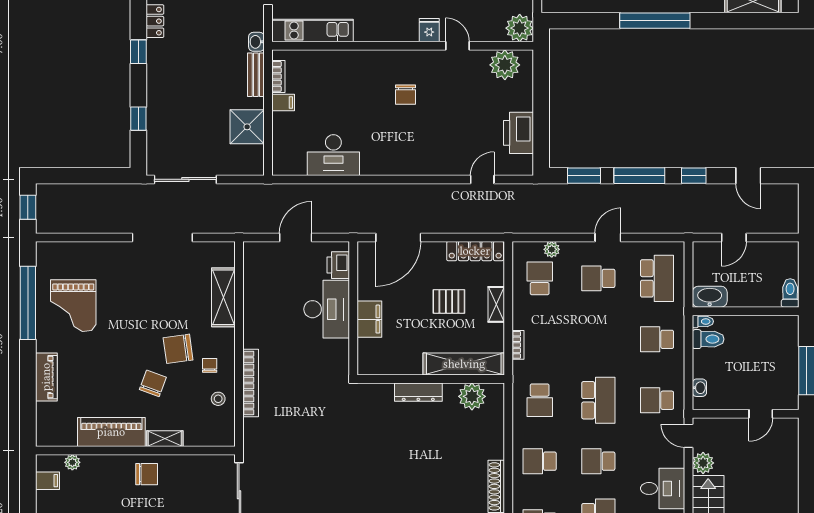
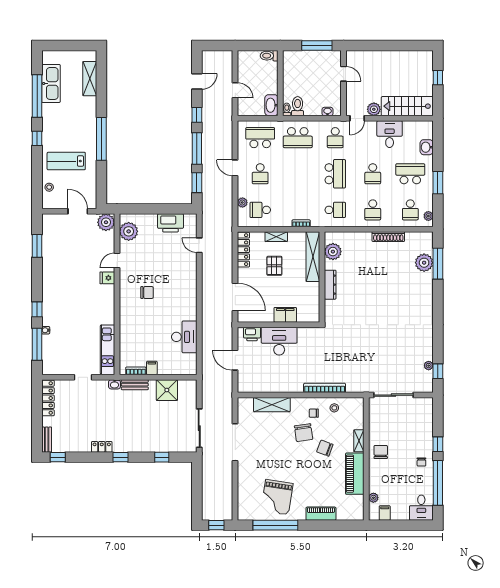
grand piano: (73, 306) -> (277, 497), turned 99
school desk: (657, 339) -> (298, 138), width x1.85
school desk: (598, 400) -> (335, 174), turned 90

